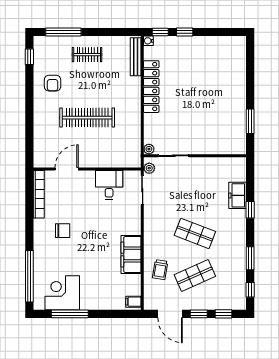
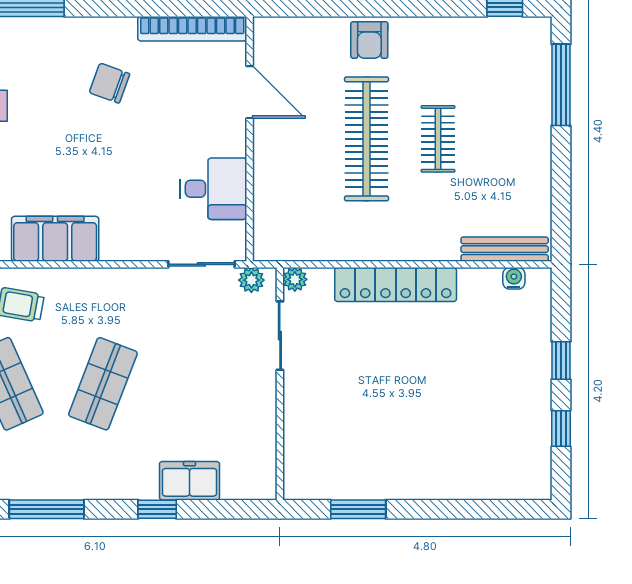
window: (160, 32) -> (561, 428), moved
water cooler: (148, 41) -> (514, 278), moved
clothes rail: (87, 55) -> (438, 139), moved
armchair: (53, 83) -> (369, 40), moved, turned -90
locker: (151, 87) -> (396, 285), moved
chair: (63, 231) -> (110, 83), turned 110
window: (250, 258) -> (47, 509), width x1.44

